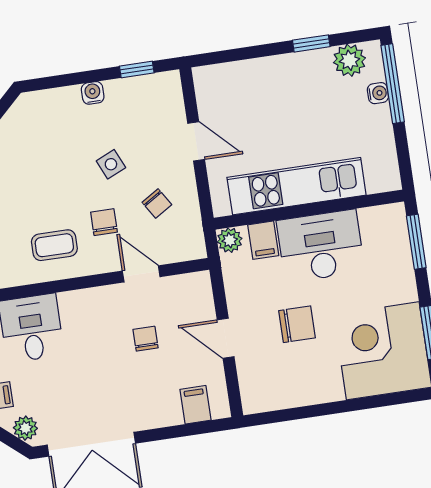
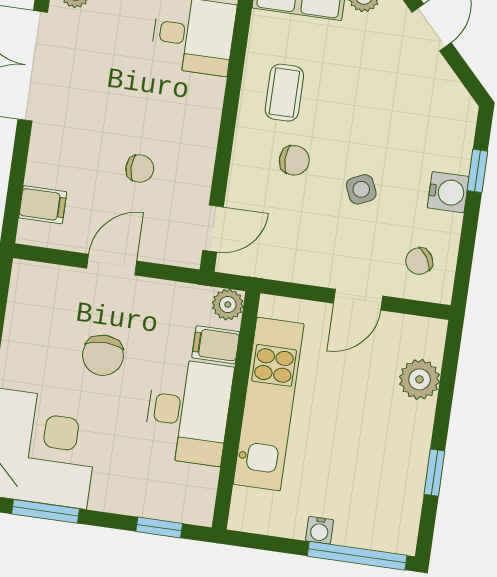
plant: (349, 60) -> (419, 379), moved
window: (137, 69) -> (477, 171), moved
water cooler: (93, 93) -> (448, 192), width x1.38, depth x1.38
water cooler: (378, 93) -> (320, 530), moved
chair: (157, 203) -> (419, 261), moved
window: (416, 242) -> (159, 528), width x0.67
door: (141, 274) -> (213, 229), moved

